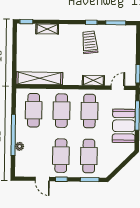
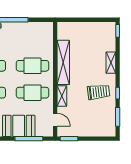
shelving: (47, 29) -> (111, 63), moved
shelving: (39, 78) -> (63, 62), moved
cafe table: (34, 110) -> (32, 39), removed

